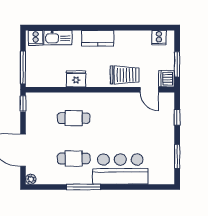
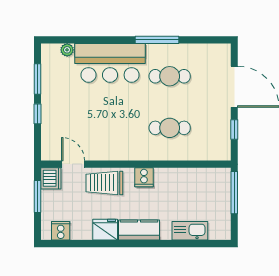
cooker: (36, 38) -> (144, 177), moved, turned 180
fridge: (76, 79) -> (105, 230), moved, turned 180
window: (23, 104) -> (234, 130), moved
window: (177, 117) -> (38, 114), moved
plant: (31, 179) -> (67, 50), moved

